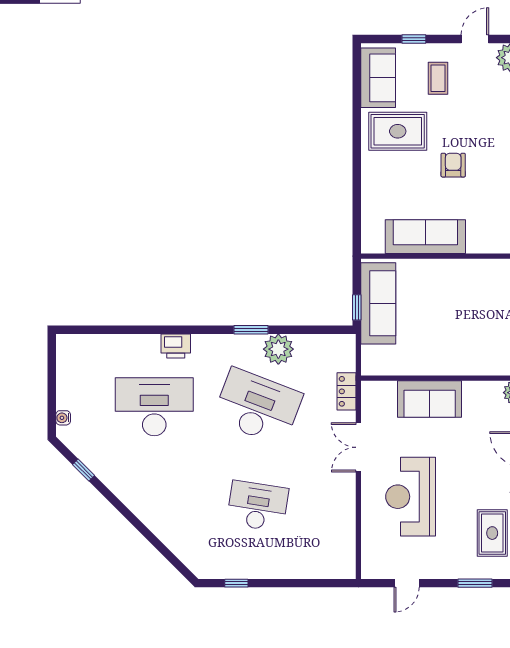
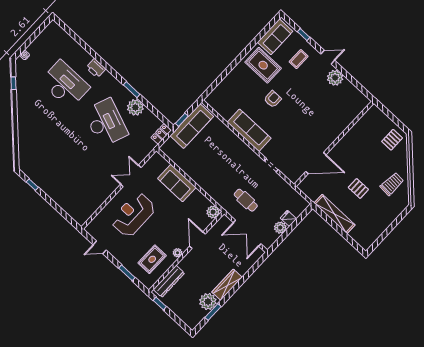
sofa: (425, 237) -> (249, 130), moved
locker: (347, 391) -> (161, 134), moved
desk: (258, 506) -> (69, 162), removed

